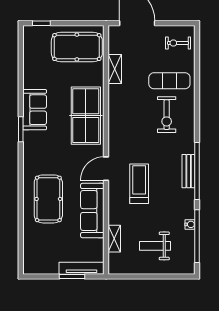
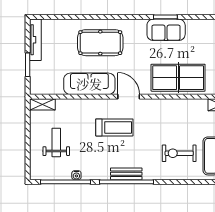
sofa: (35, 110) -> (166, 30), moved
shelving: (114, 239) -> (42, 104), moved
tv unit: (82, 268) -> (35, 40), moved

